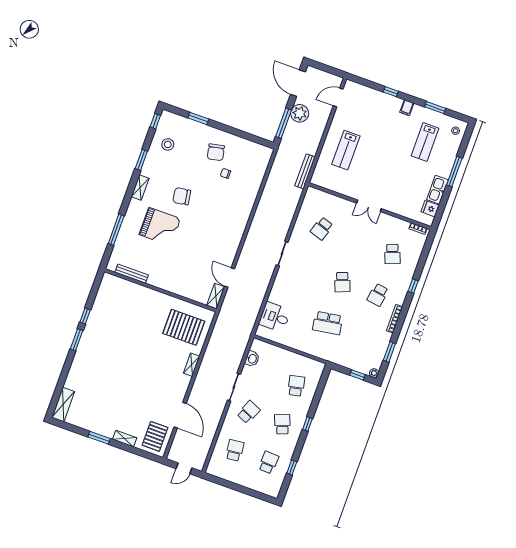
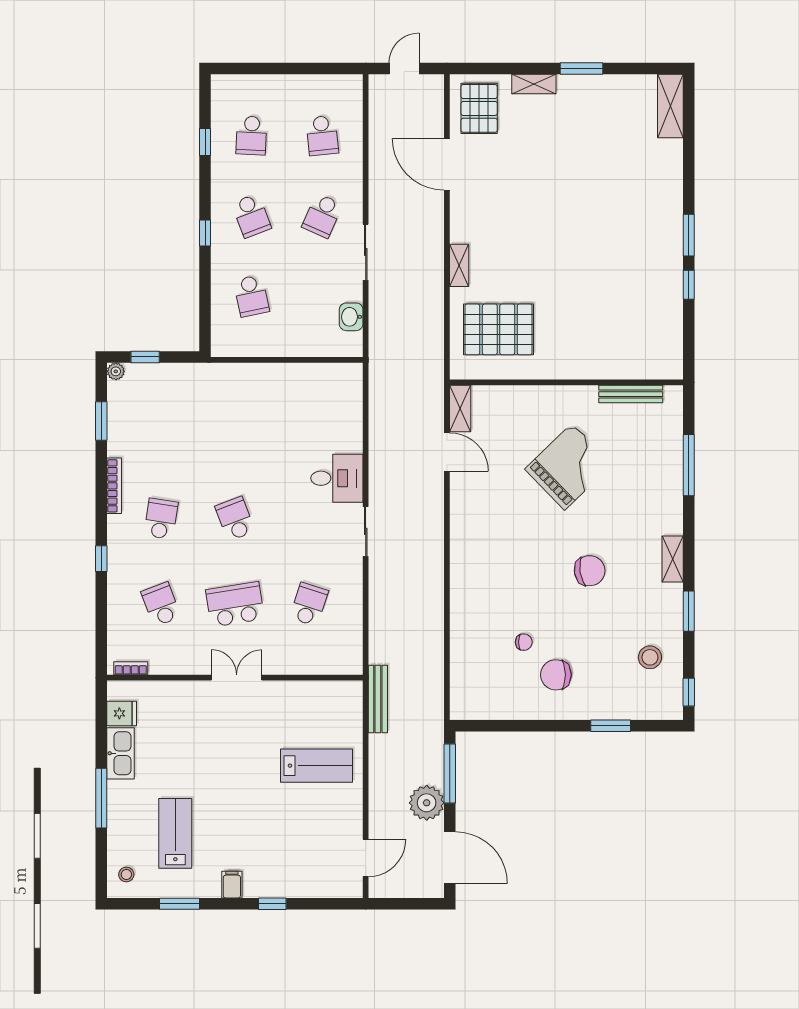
lab bench: (346, 150) -> (316, 766), turned 90
chair: (216, 152) -> (556, 675), turned -78
grand piano: (160, 227) -> (568, 467), moved, turned 136
desk: (275, 317) -> (337, 478), moved
school desk: (328, 323) -> (235, 604), moved

